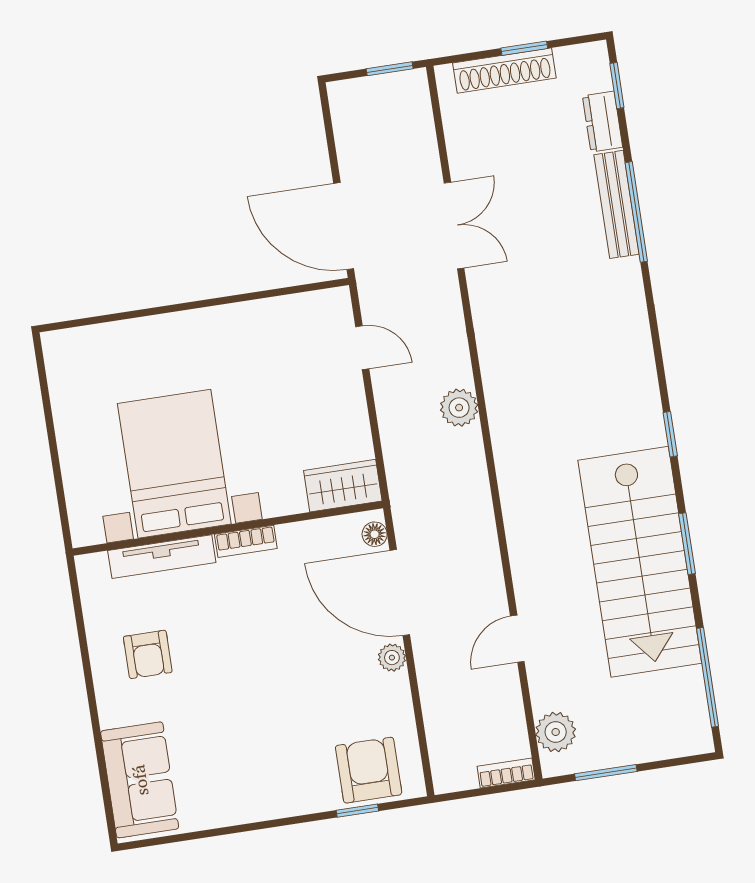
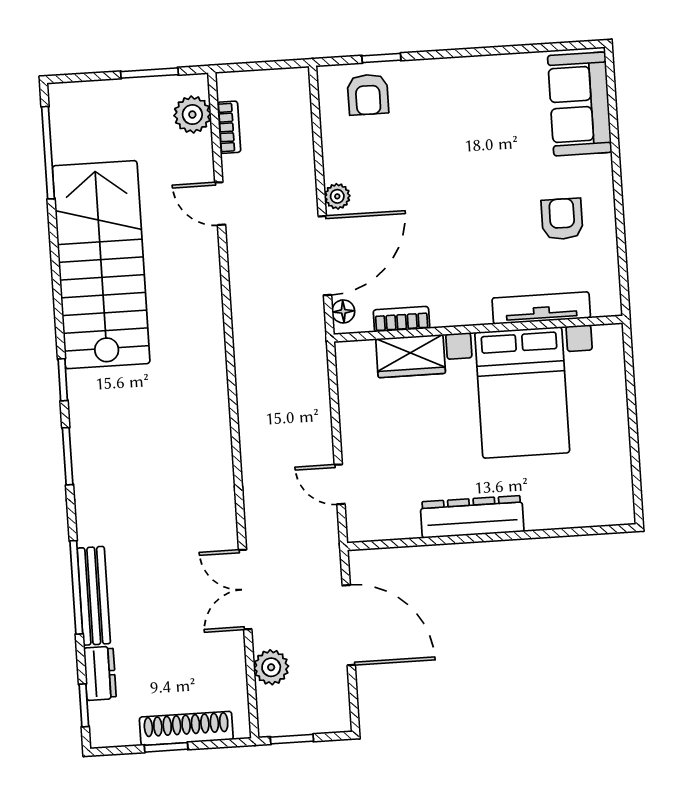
door: (344, 226) -> (349, 625), moved
dresser: (217, 325) -> (472, 517), added
plant: (459, 408) -> (271, 667), moved
wardrobe: (343, 486) -> (411, 356), moved
bookcase: (246, 541) -> (401, 319), moved
window: (687, 544) -> (68, 456), moved
door: (400, 593) -> (325, 256), hinge flipped
door: (517, 639) -> (220, 204), swing flipped
armchair: (369, 770) -> (368, 95), width x0.72, depth x0.72
bookcase: (506, 773) -> (229, 127), moved, turned -90

